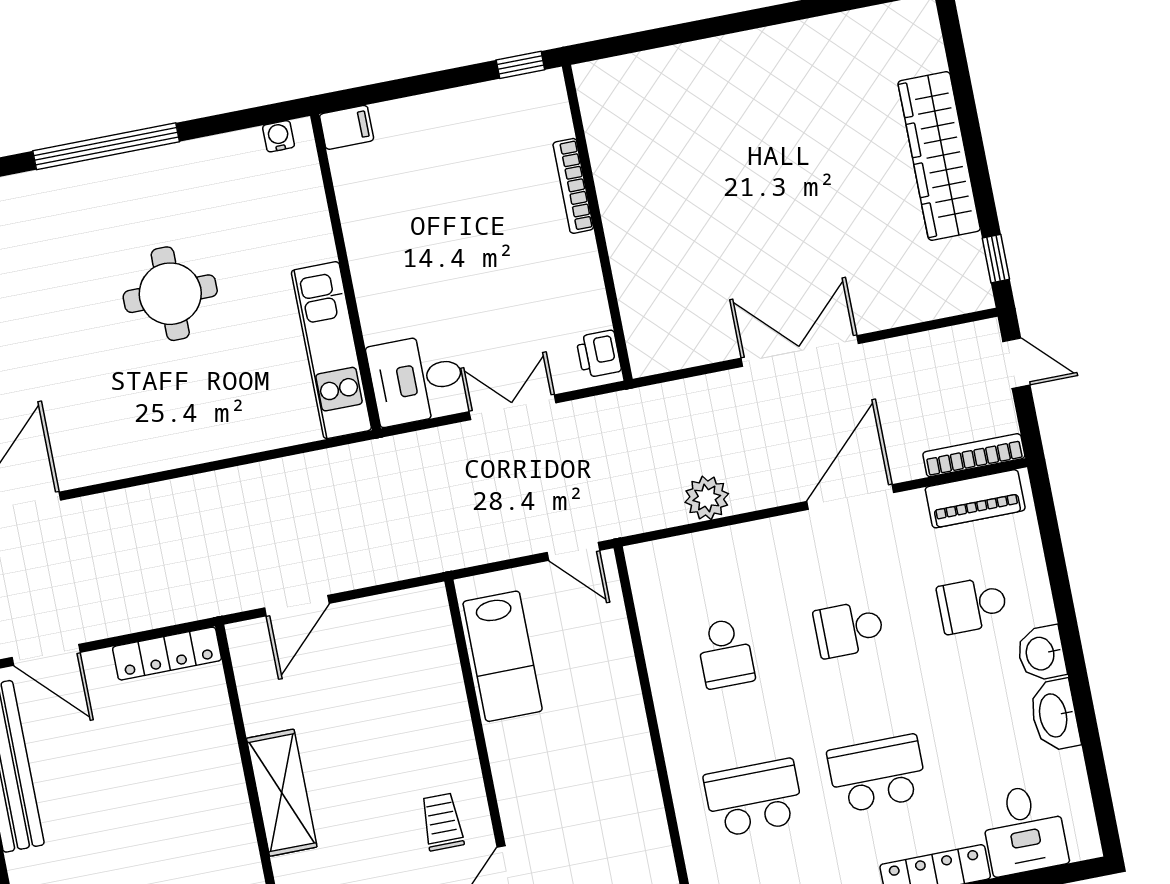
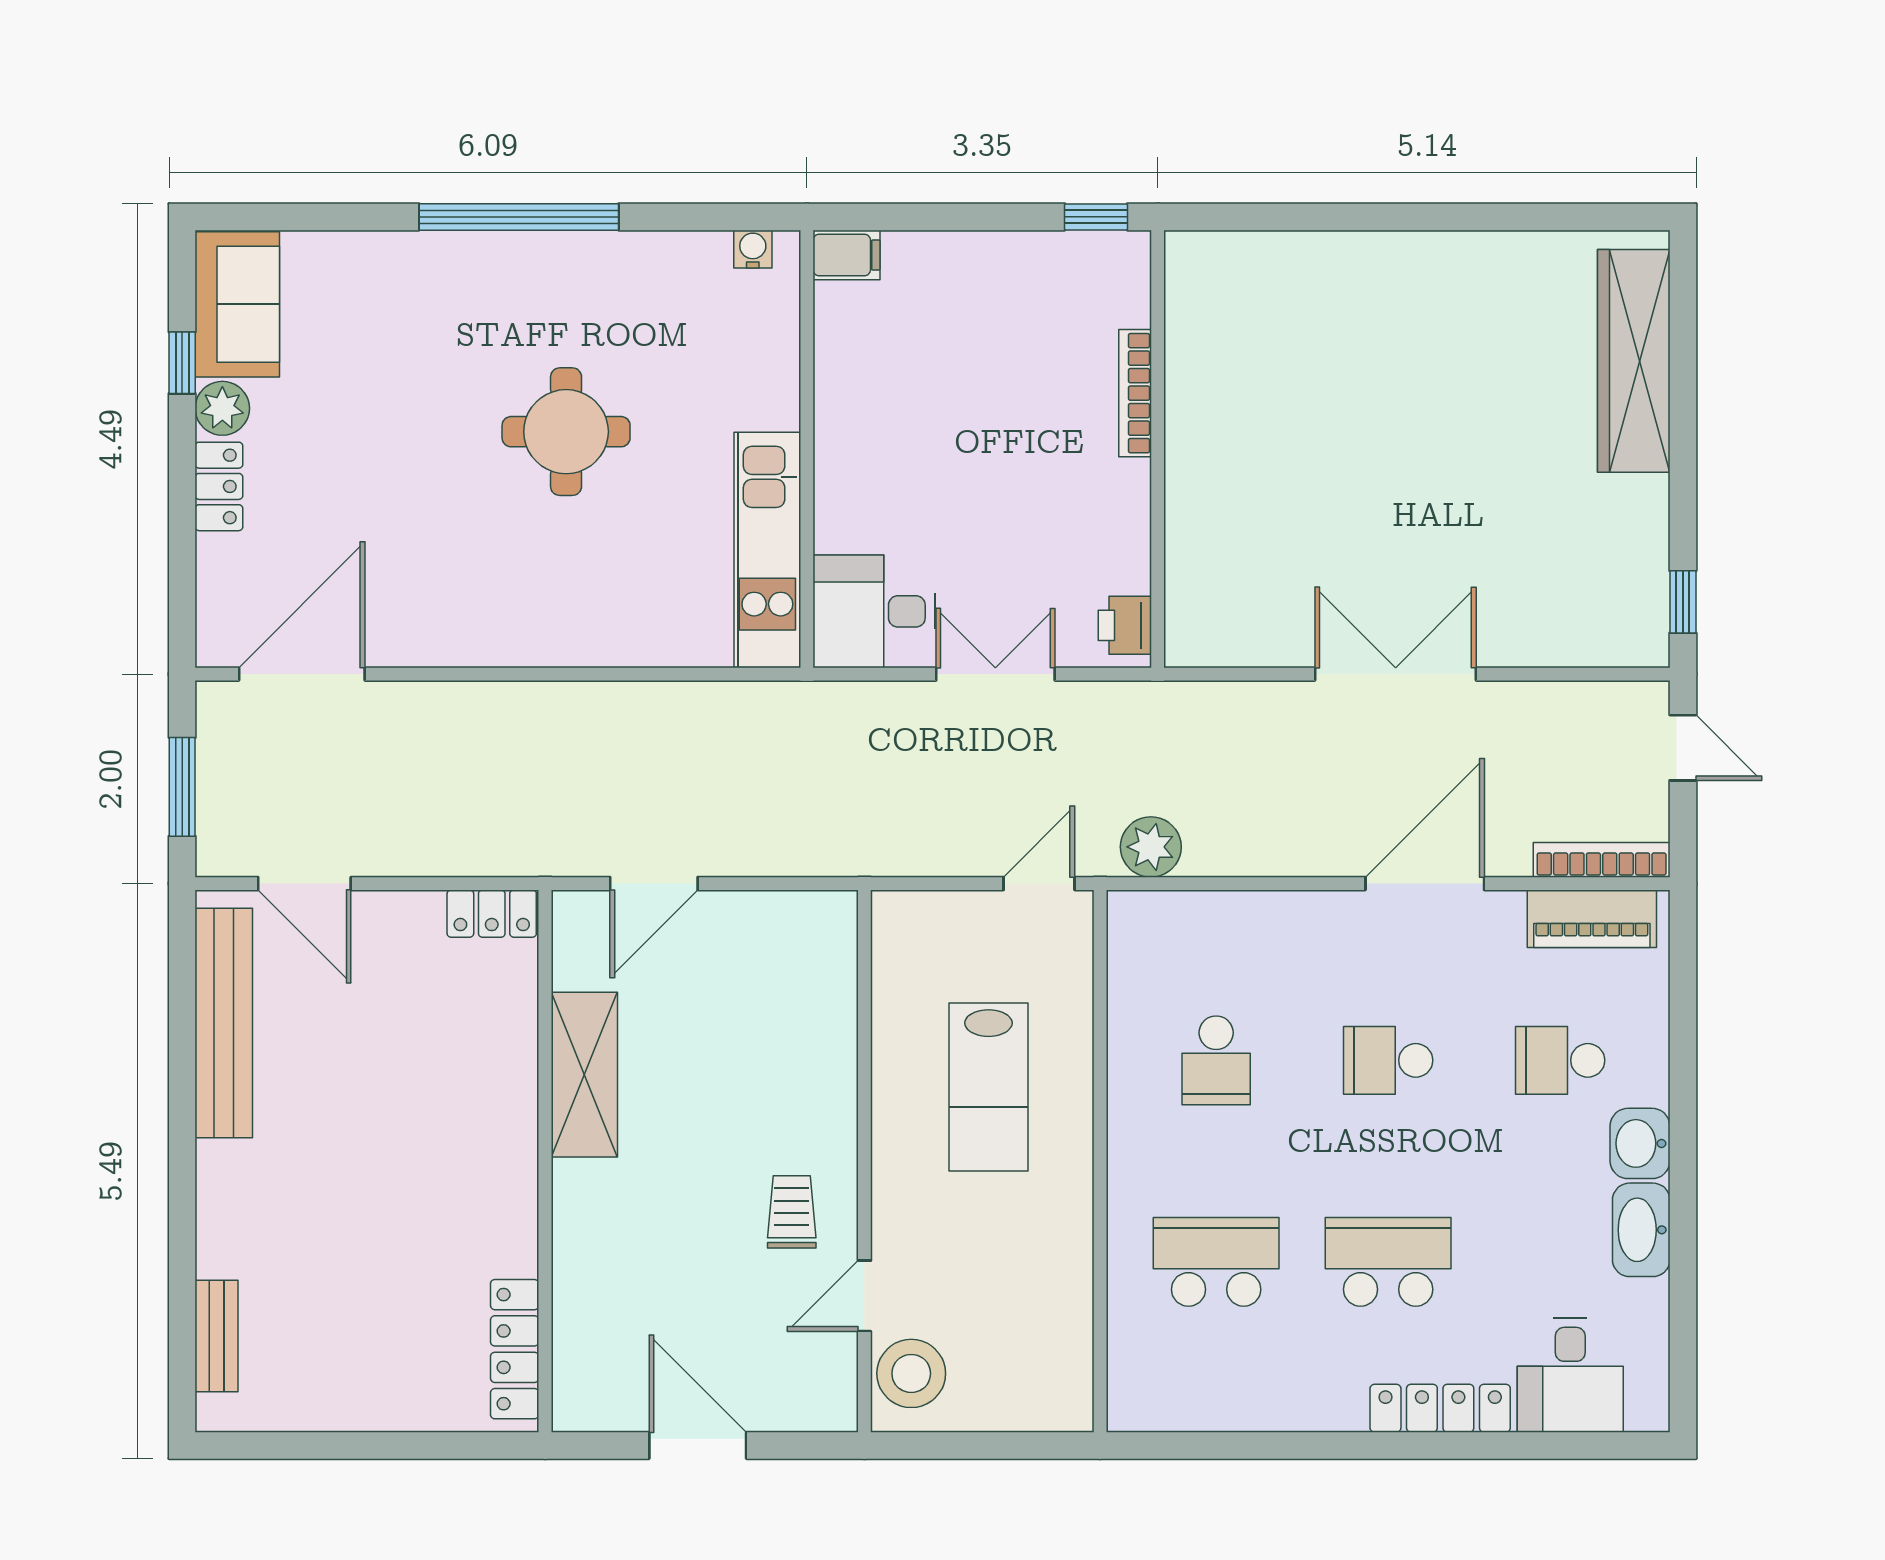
wardrobe: (939, 156) -> (1634, 361), moved
plant: (707, 498) -> (1151, 847), moved
door: (573, 551) -> (1039, 884), swing flipped
locker: (167, 654) -> (492, 914), width x0.66
lab bench: (503, 656) -> (988, 1087), moved
shelving: (282, 793) -> (584, 1075), moved

